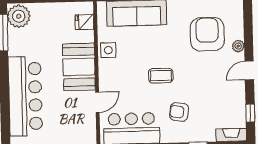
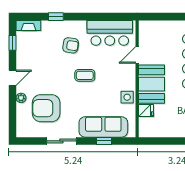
fridge: (85, 22) -> (146, 110), moved
armchair: (207, 34) -> (46, 108), turned 90

